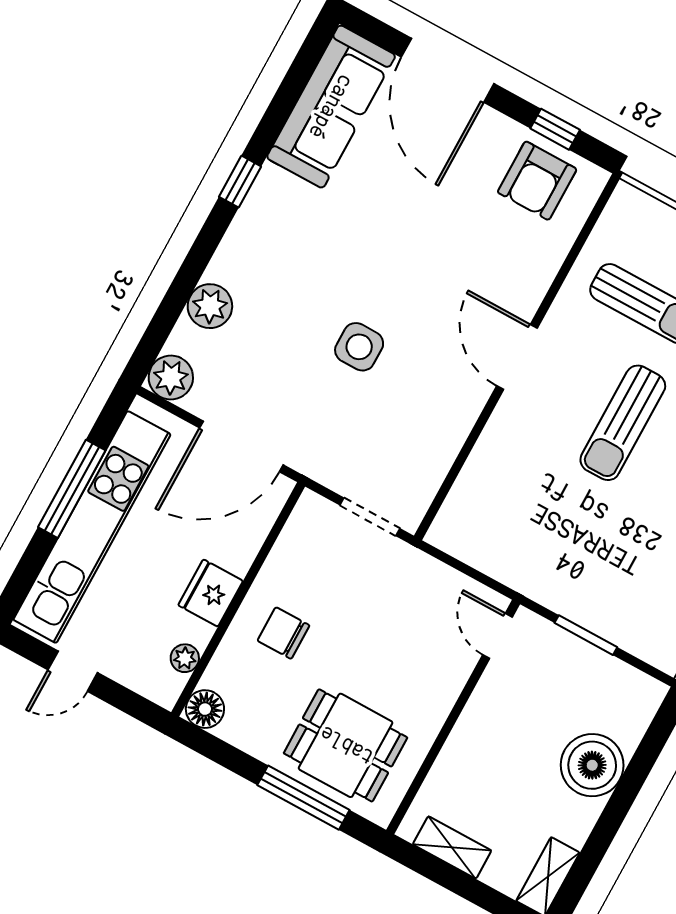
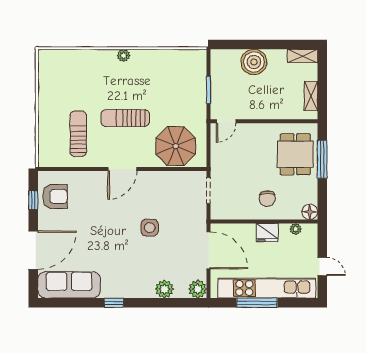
sun lounger: (623, 423) -> (125, 118), turned 180
parasol: (504, 499) -> (176, 146), added

